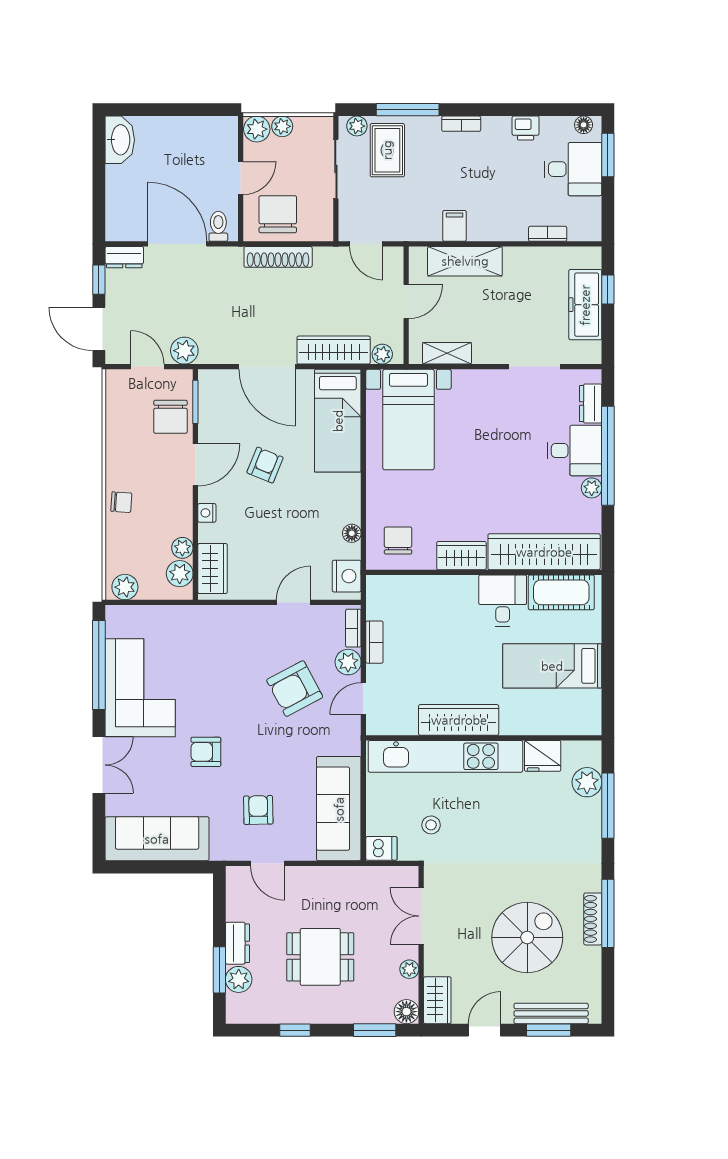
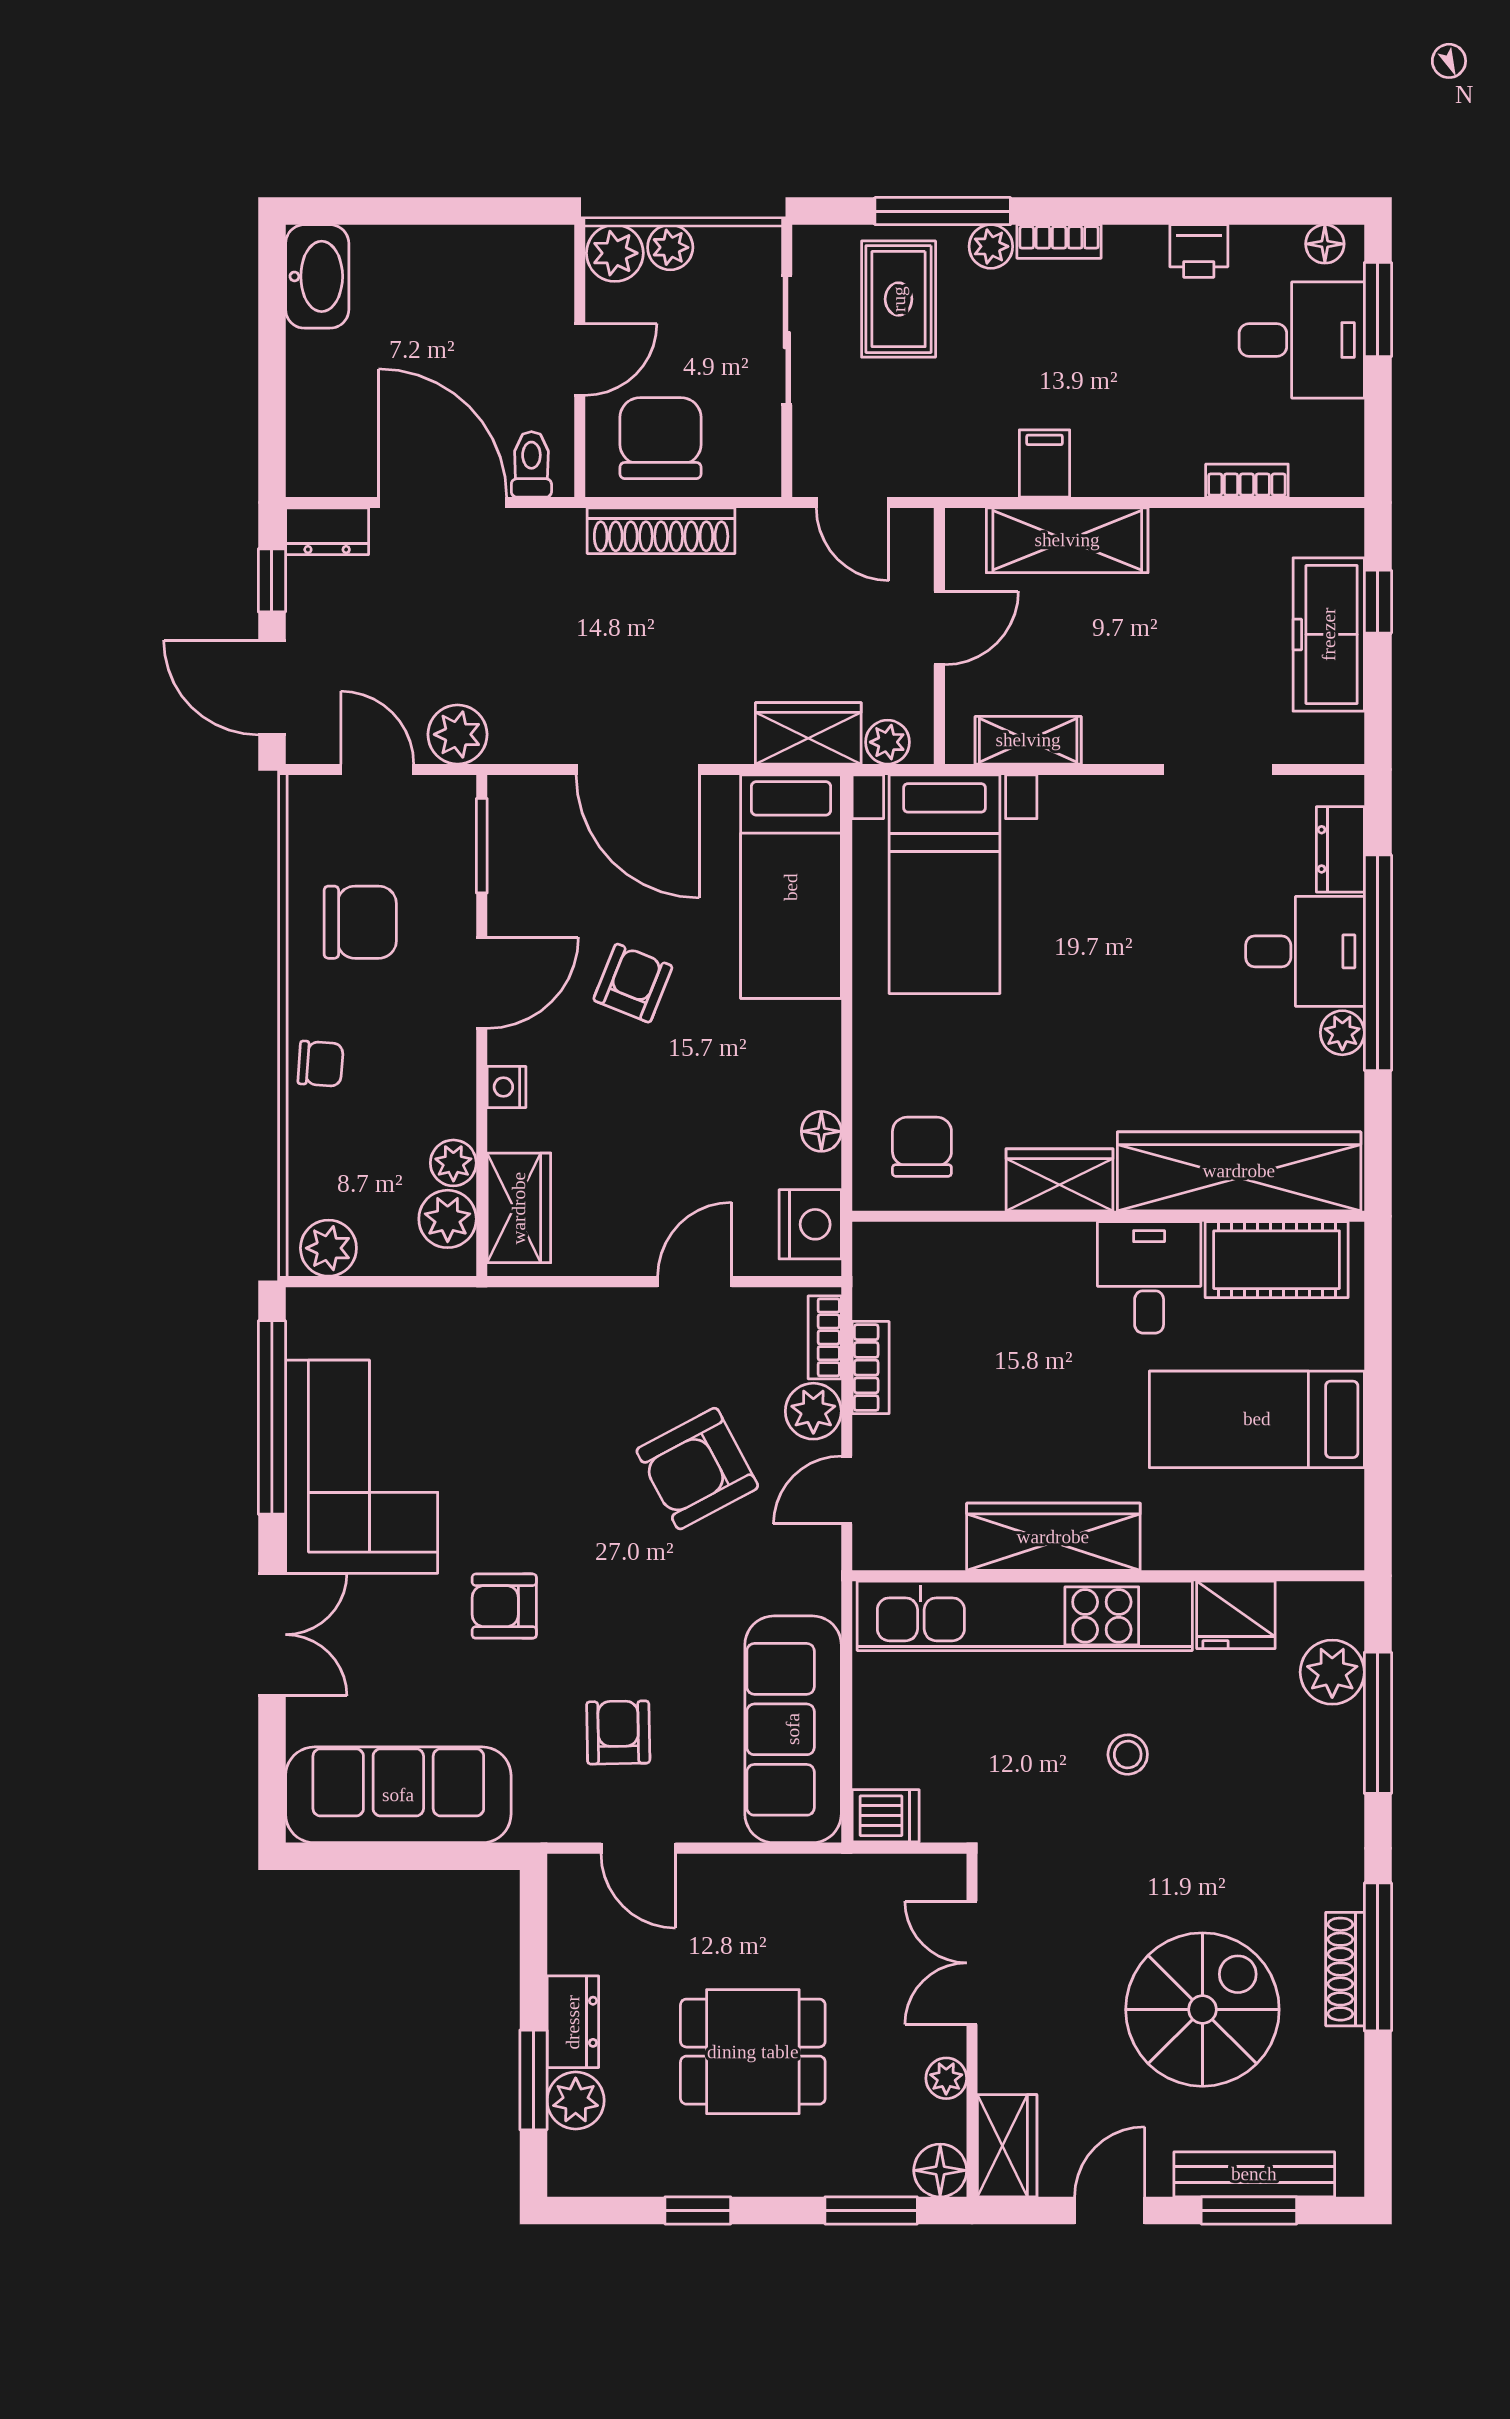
plant: (357, 126) -> (991, 246), moved
wardrobe: (334, 350) -> (808, 733), width x0.67
chair: (170, 417) -> (360, 922), moved, turned -90
stool: (431, 825) -> (1128, 1755), moved

